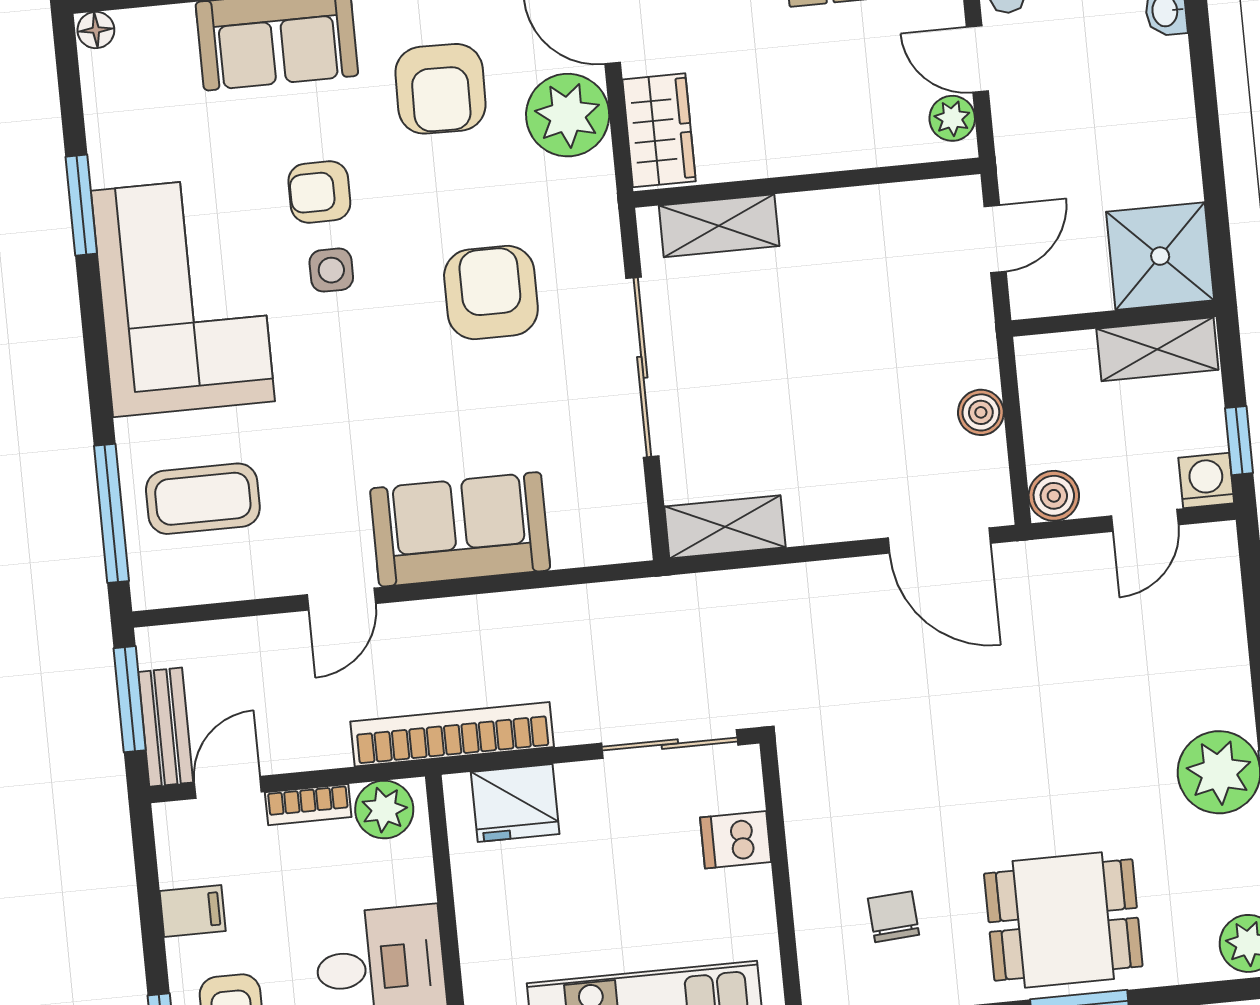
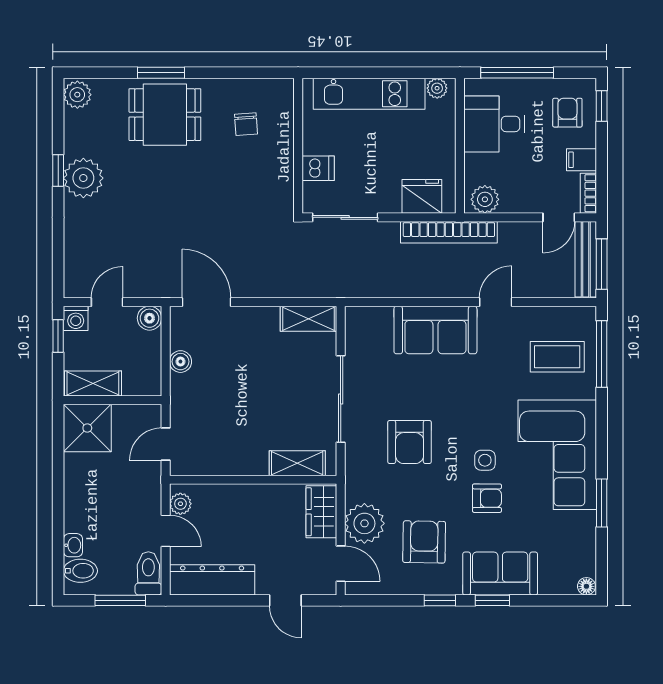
bench: (166, 727) -> (586, 259), width x1.36
bookcase: (308, 805) -> (588, 193), moved, turned -90

